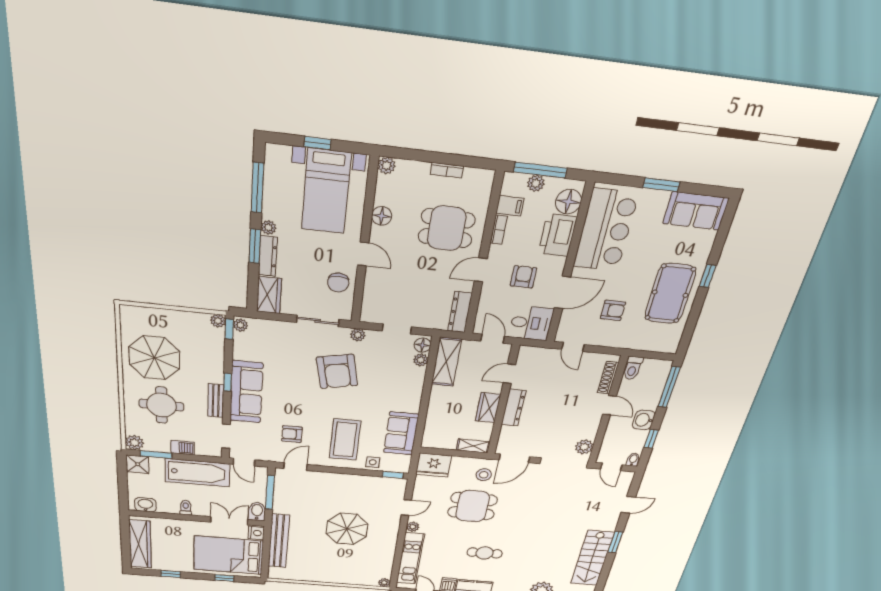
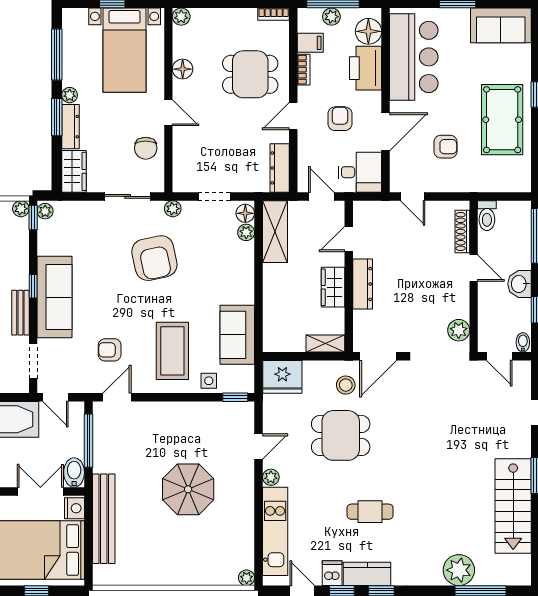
bookcase: (447, 170) -> (274, 14), moved

